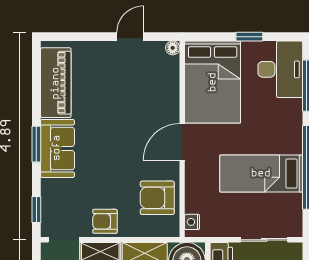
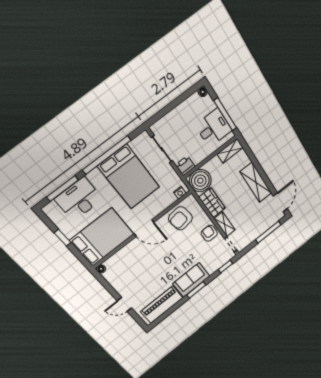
door: (130, 37) -> (124, 304), moved
desk: (280, 69) -> (79, 199), moved
bed: (261, 174) -> (129, 177), width x1.50
armchair: (157, 198) -> (180, 218), turned 82
armchair: (105, 221) -> (209, 233), turned 180

